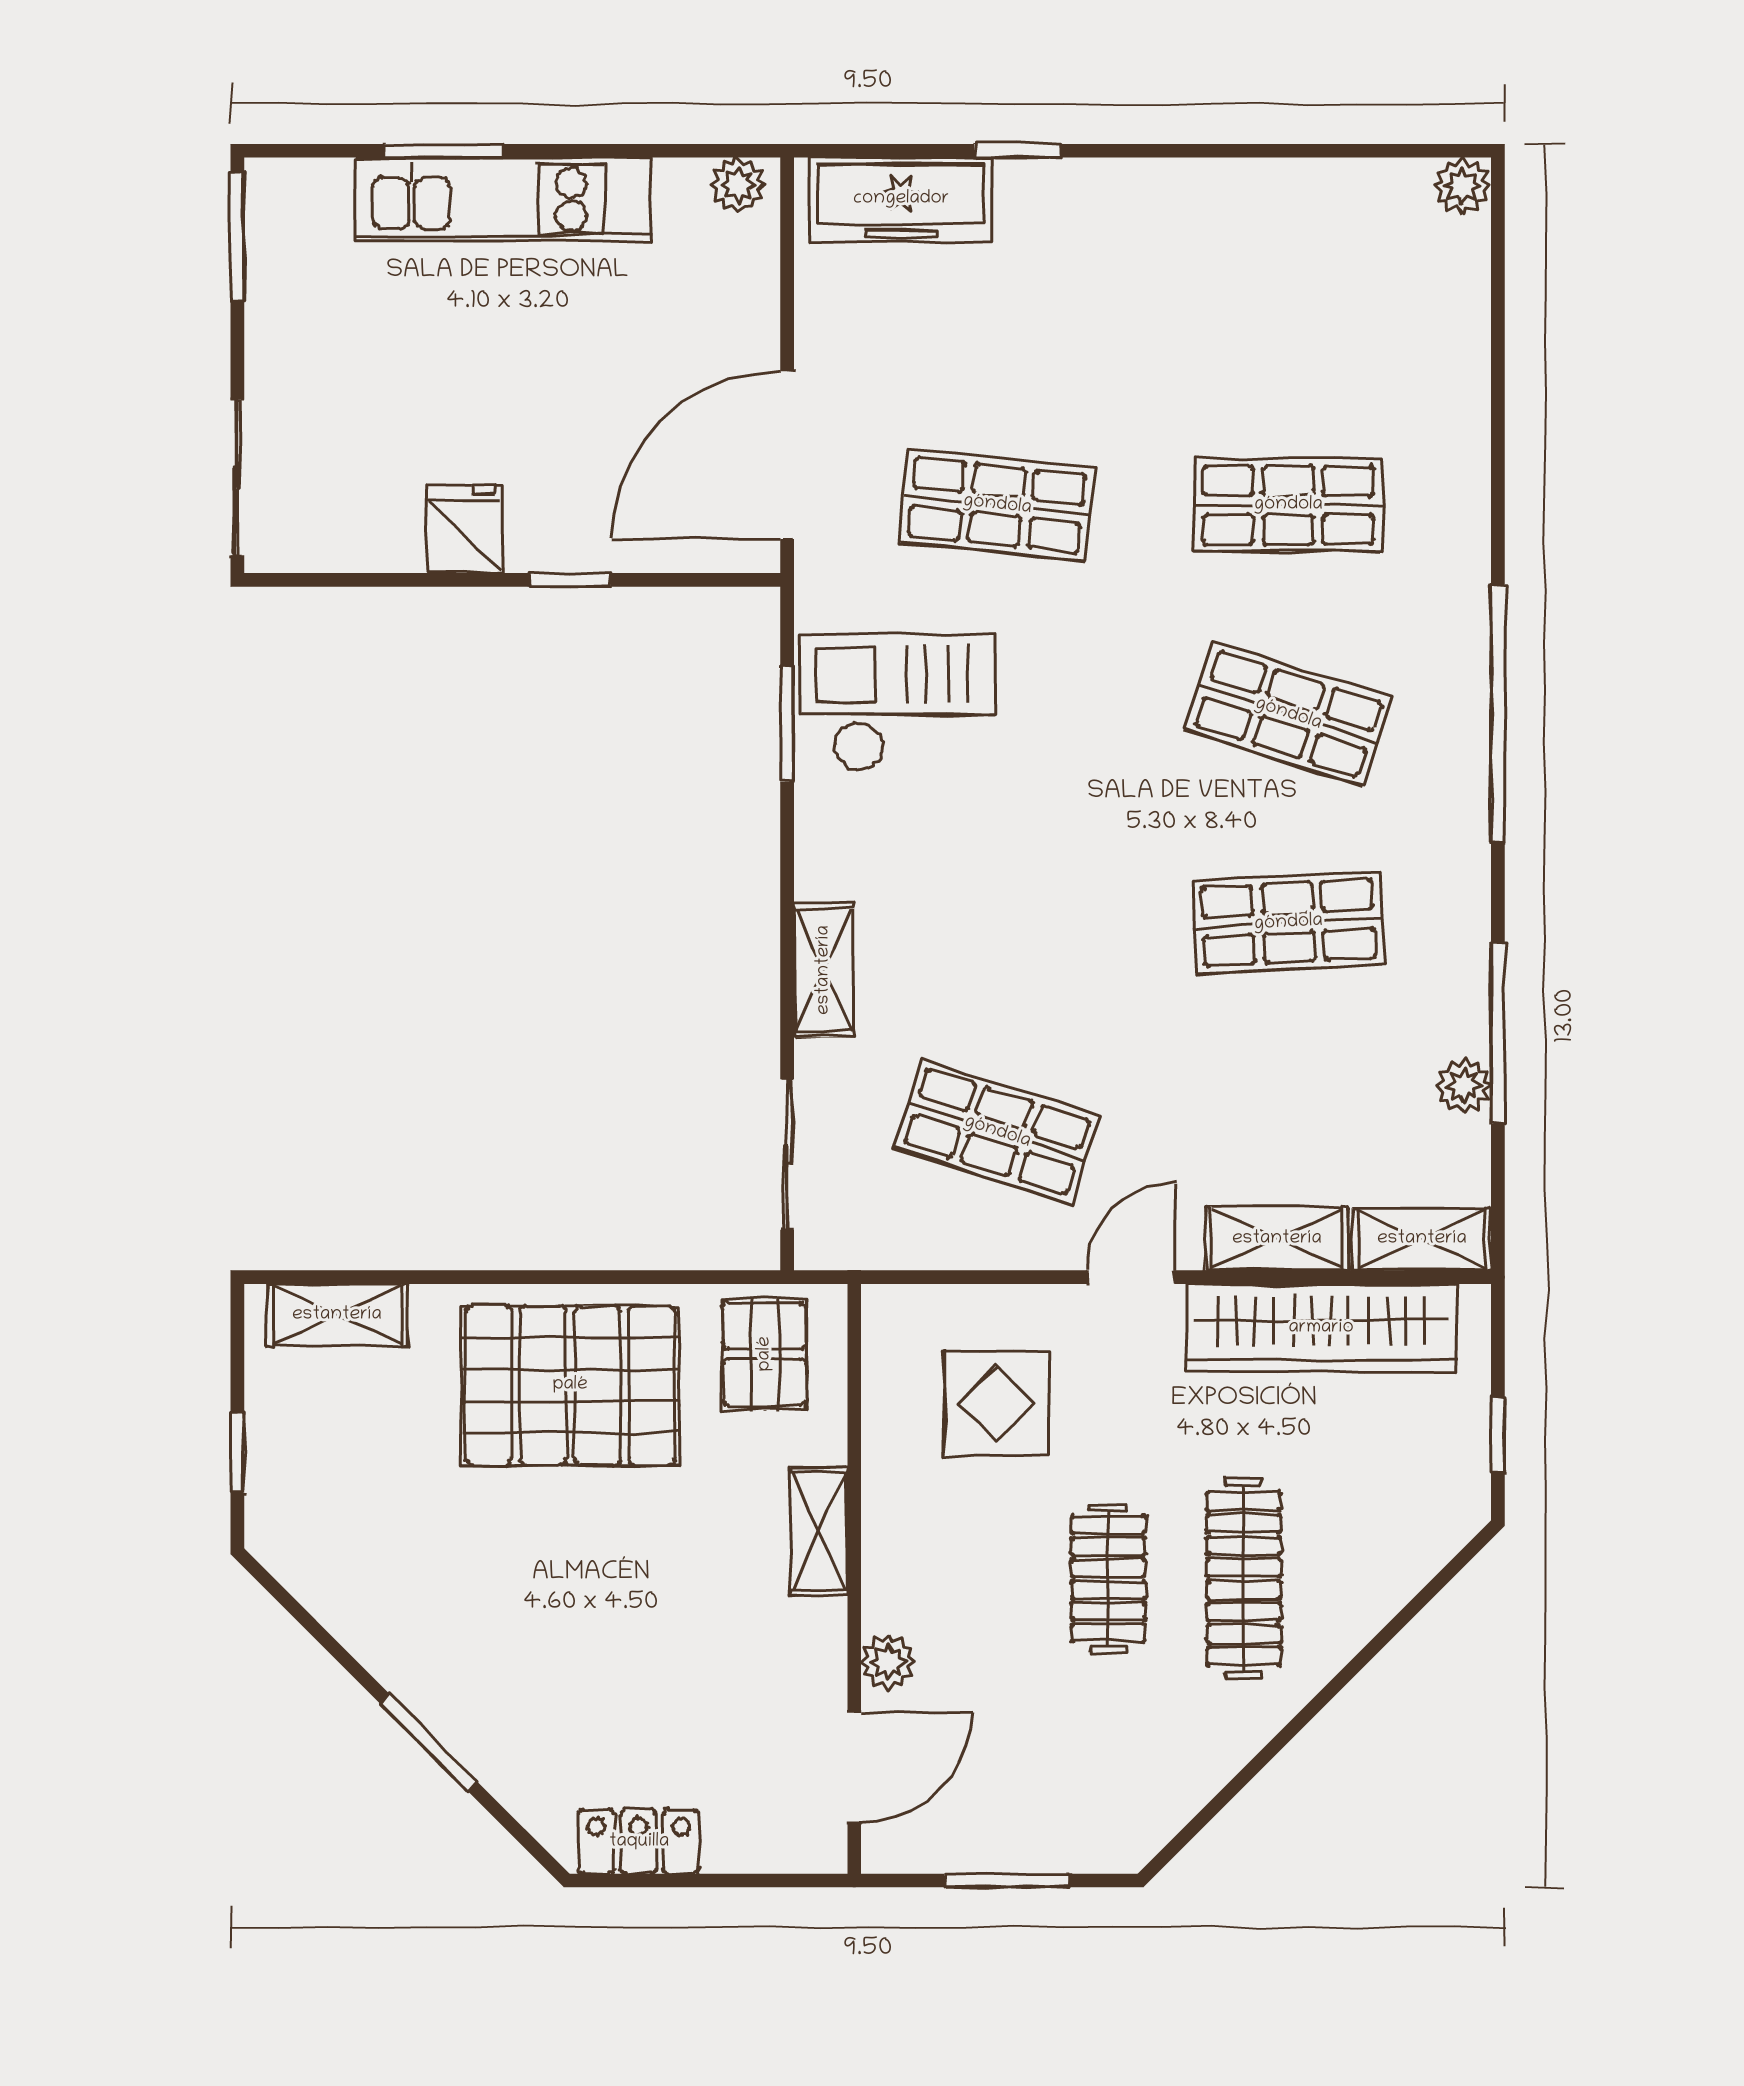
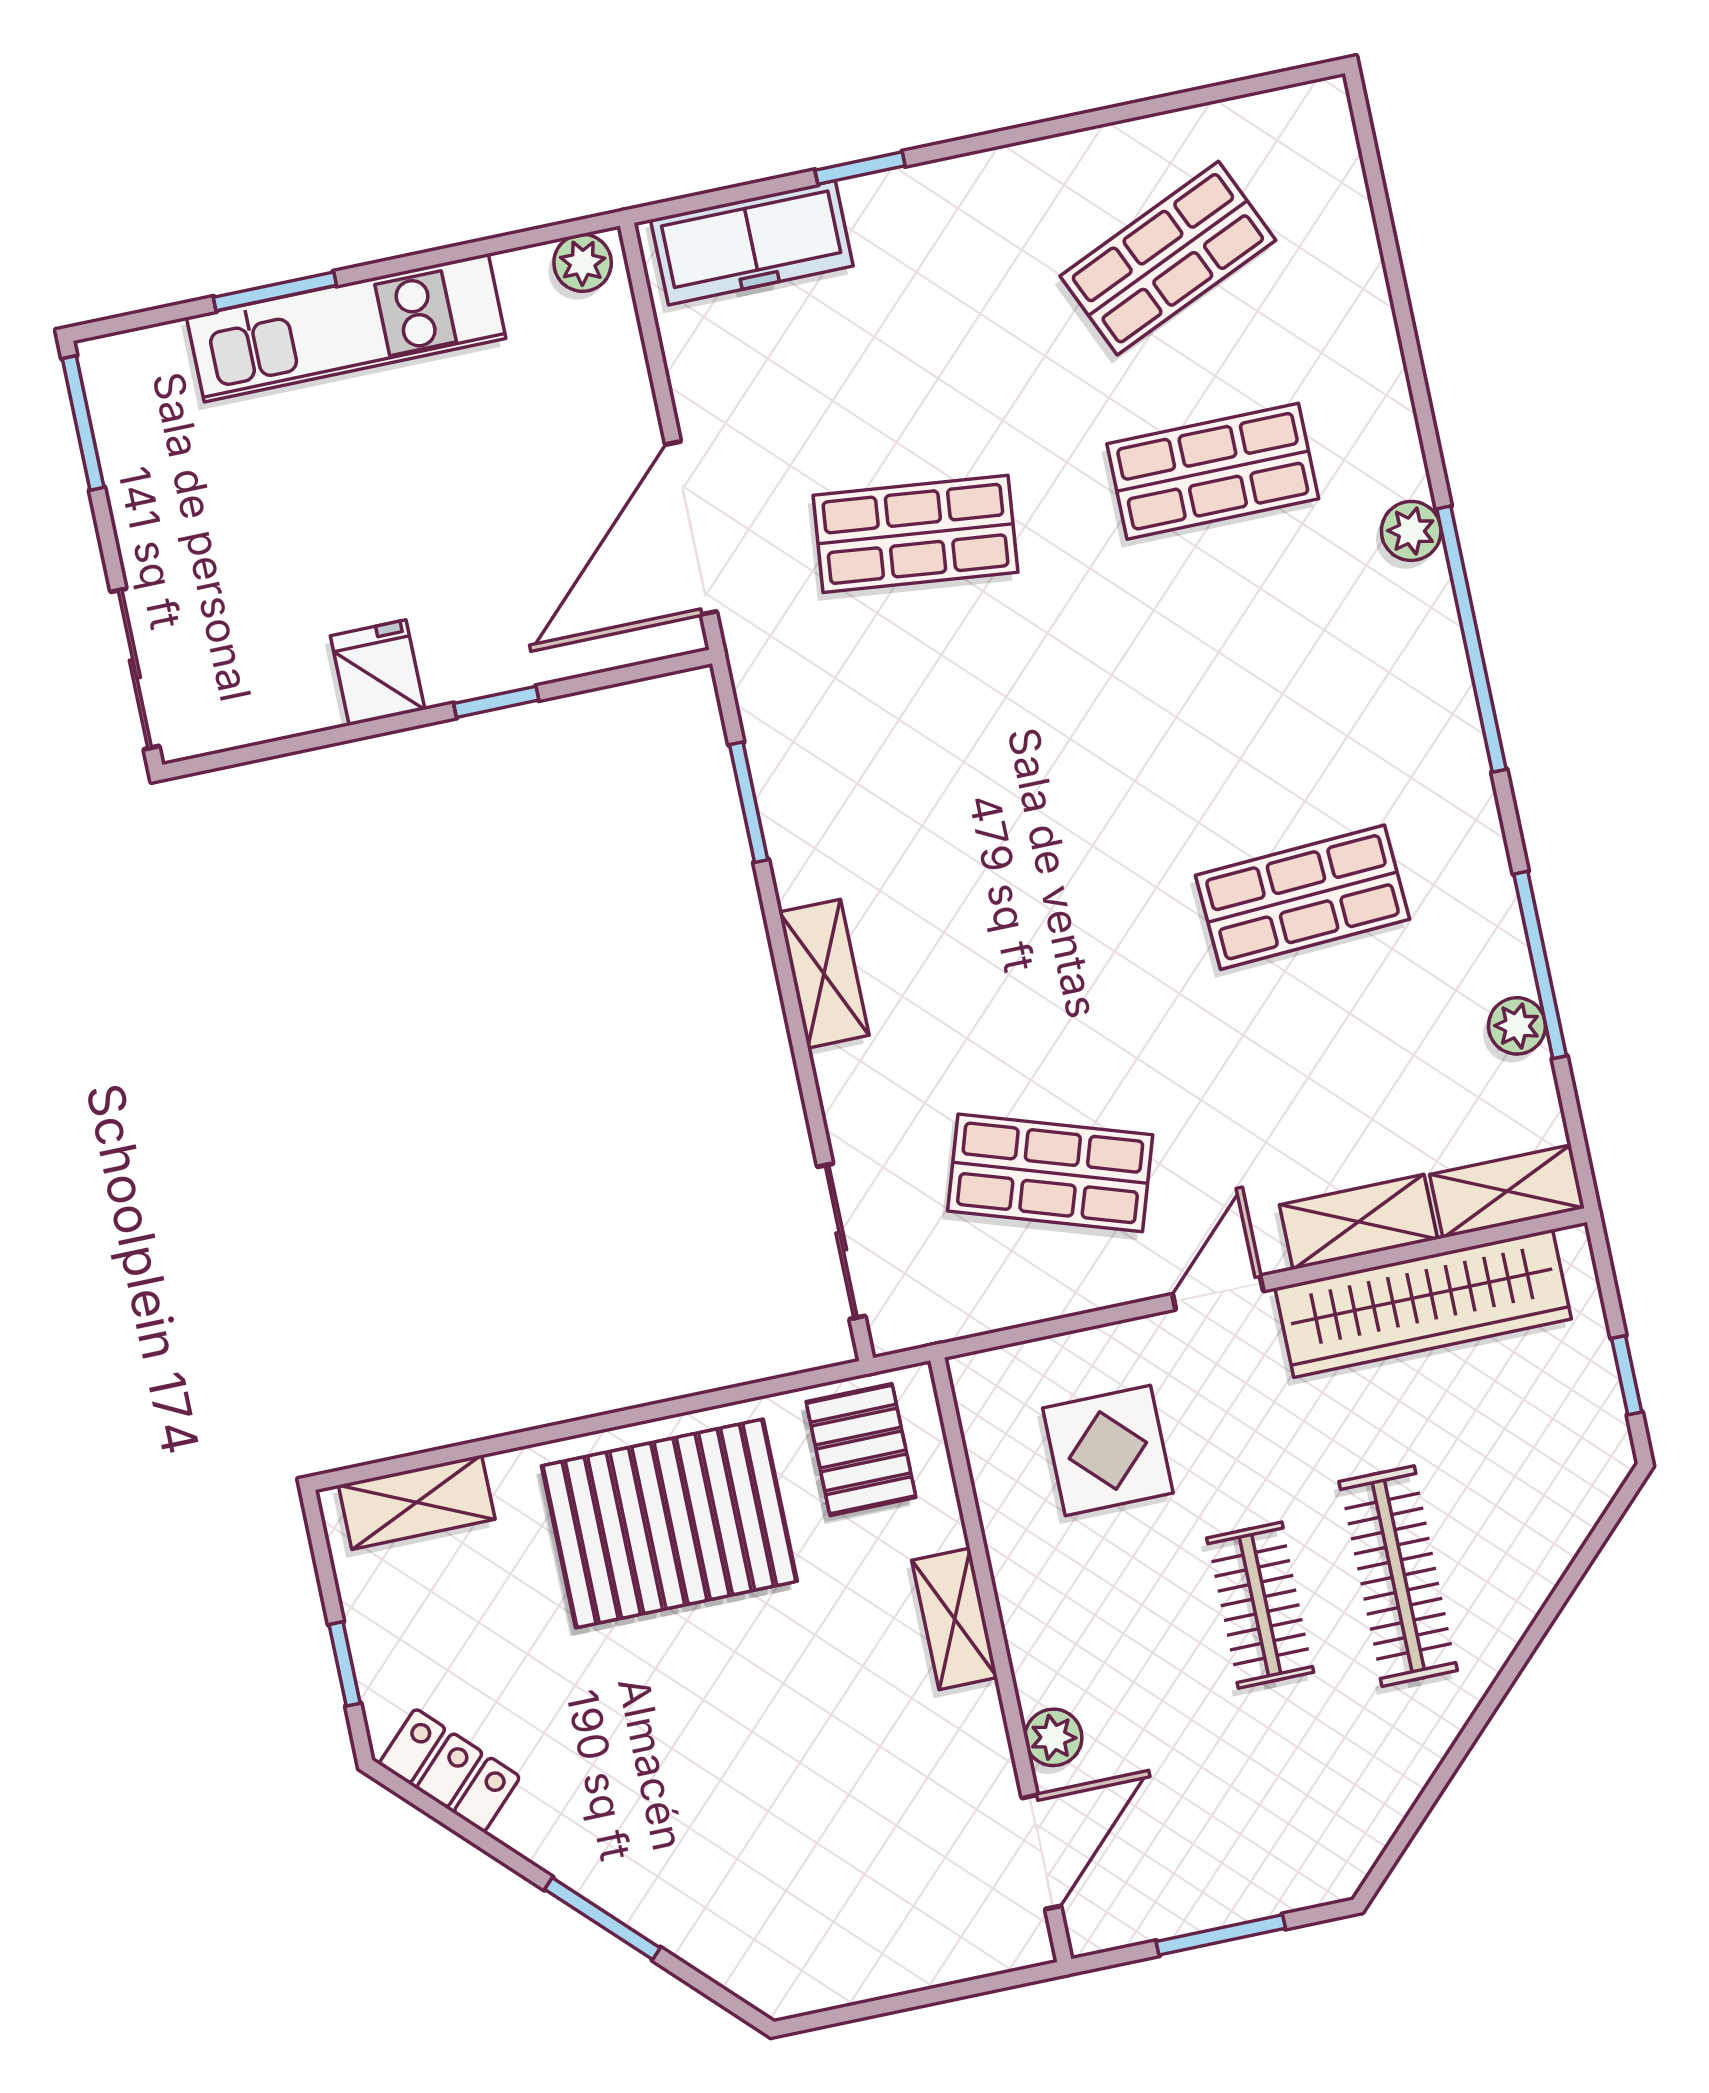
plant: (1463, 186) -> (1411, 531), moved
checkout: (898, 703) -> (857, 757), removed
shop shelf: (1288, 714) -> (1168, 258), moved, turned -42
shelving: (824, 970) -> (824, 974), moved
locker: (639, 1842) -> (449, 1770), moved, turned 45

